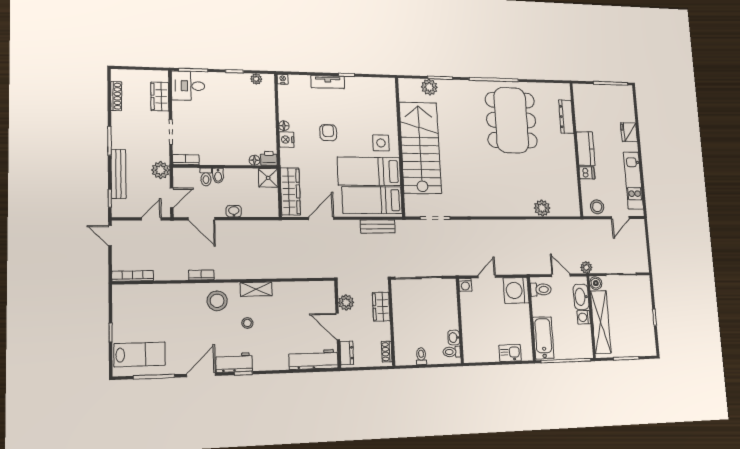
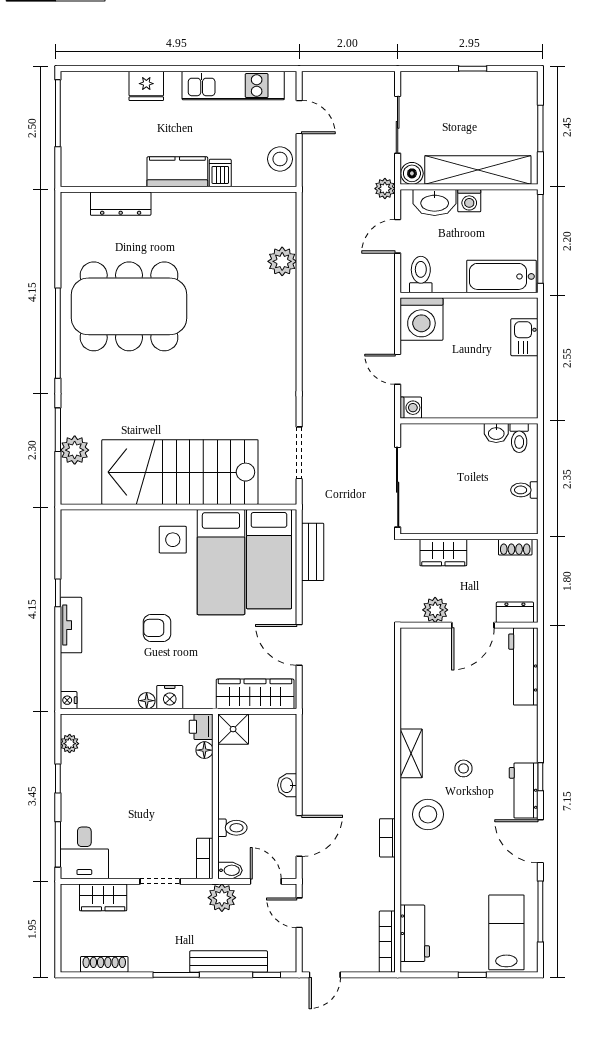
bidet: (218, 176) -> (230, 870), moved
workbench: (138, 294) -> (415, 933), added

